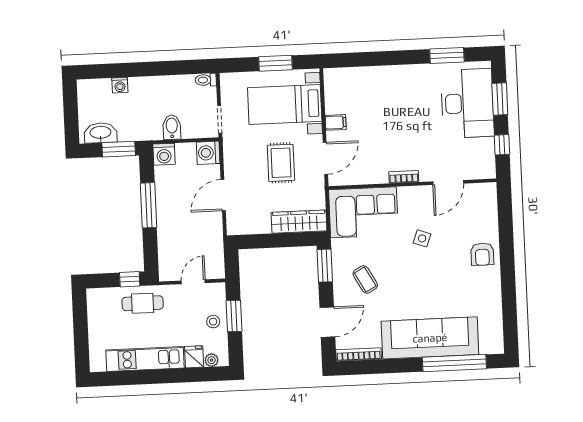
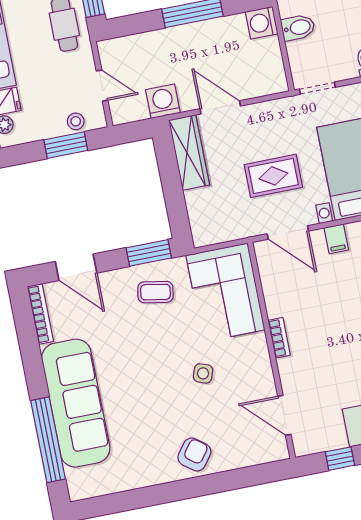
washing machine: (208, 153) -> (163, 101), moved
door: (448, 182) -> (284, 415), moved
wardrobe: (299, 222) -> (189, 152), moved
armchair: (482, 254) -> (194, 455), turned 127
coffee table: (365, 279) -> (155, 292), moved, turned 39
stool: (213, 322) -> (76, 121), moved

